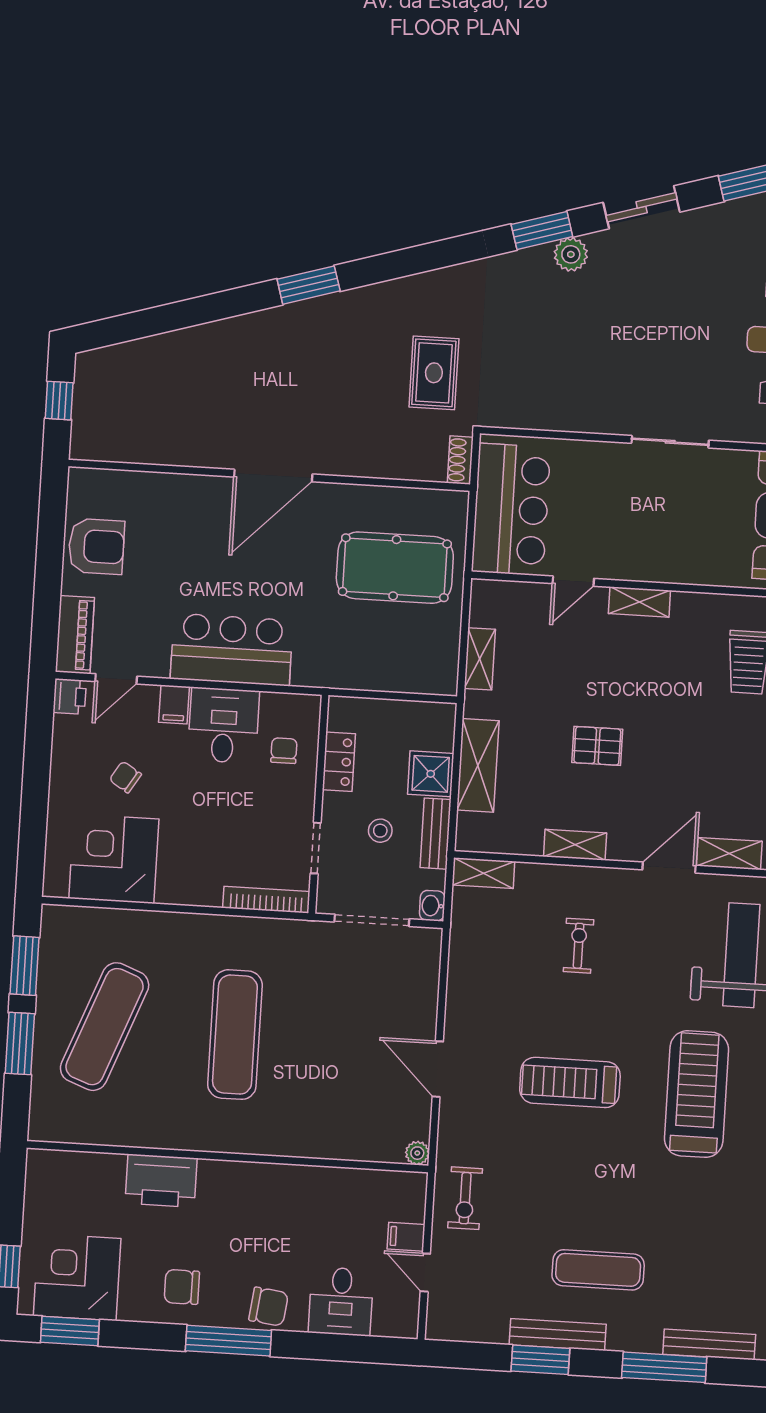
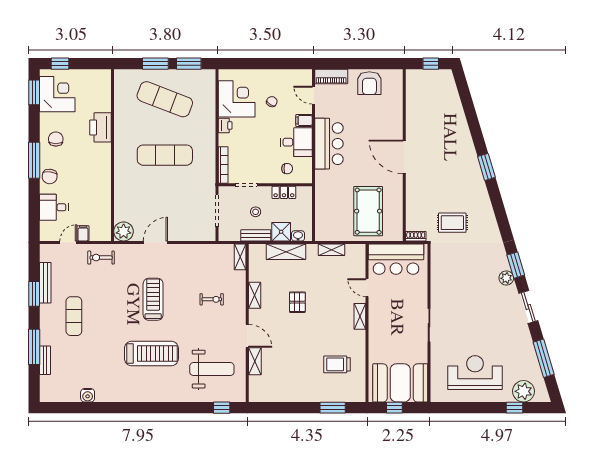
printer: (70, 696) -> (225, 125), moved, turned -90
washbasin: (432, 906) -> (298, 236), moved
plant: (417, 1153) -> (124, 231), width x1.88, depth x1.88
bench: (558, 1335) -> (45, 283), moved
bench: (709, 1344) -> (45, 360), width x0.73

